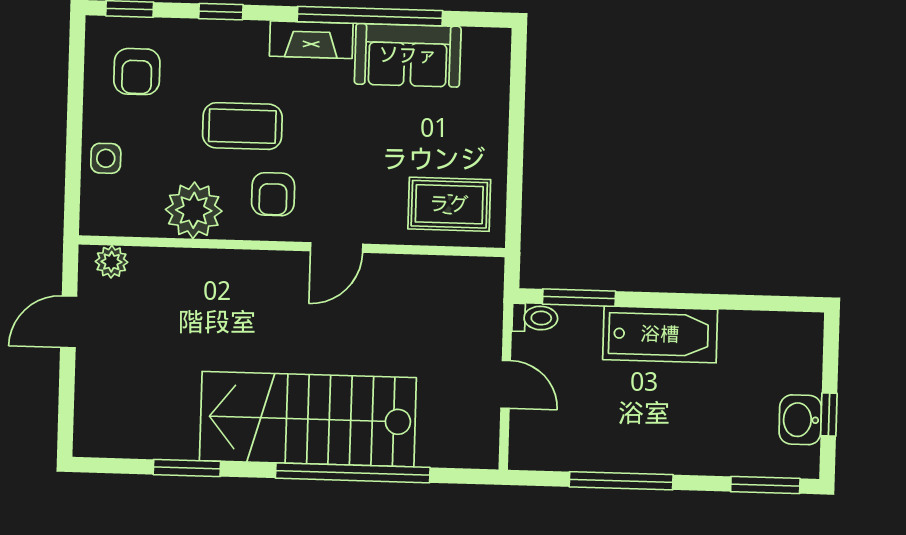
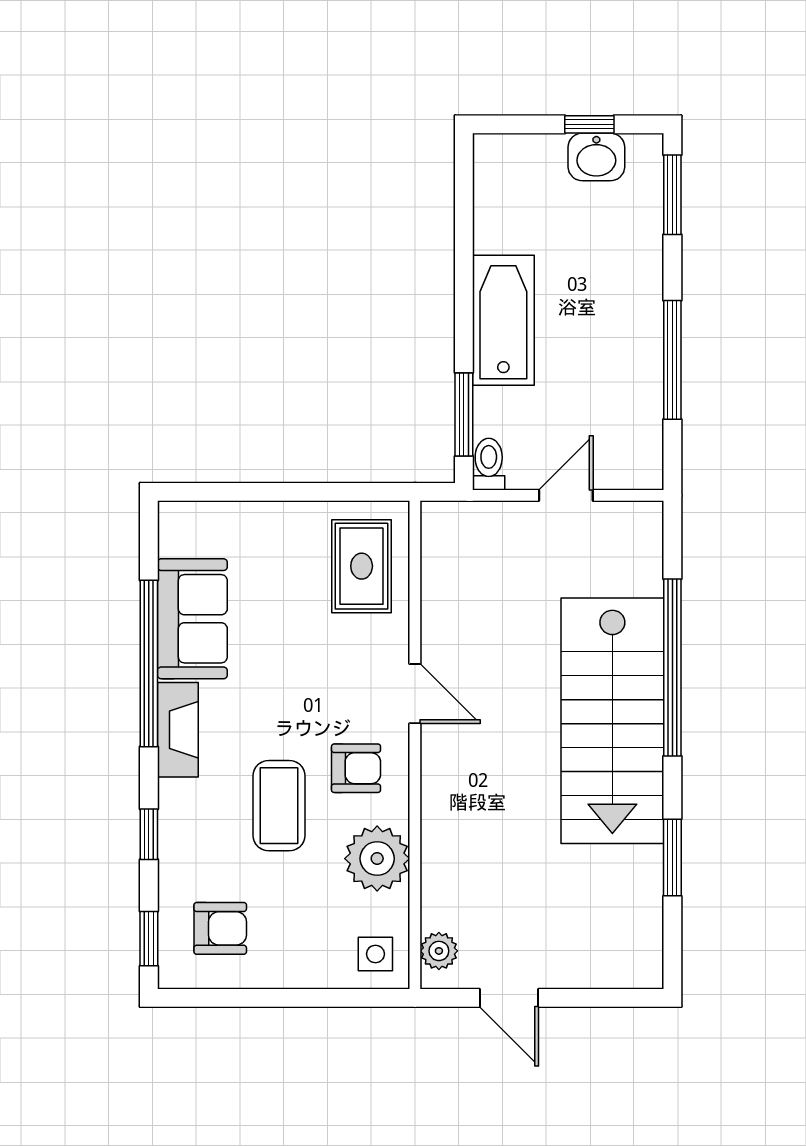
side table: (106, 158) -> (375, 954), moved

